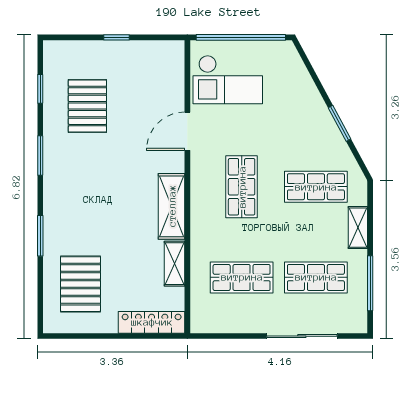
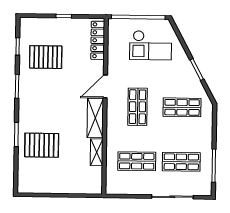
checkout: (228, 80) -> (151, 45), moved
pallet: (87, 106) -> (46, 57), turned 90
door: (187, 131) -> (105, 86), moved
shelving: (358, 228) -> (207, 132), removed
pallet: (81, 284) -> (42, 145), moved, turned 90
locker: (152, 322) -> (98, 40), moved, turned -90

